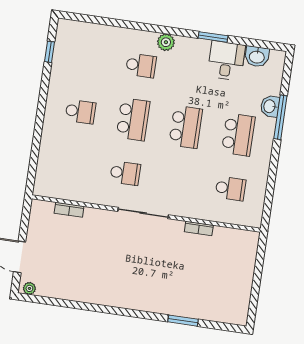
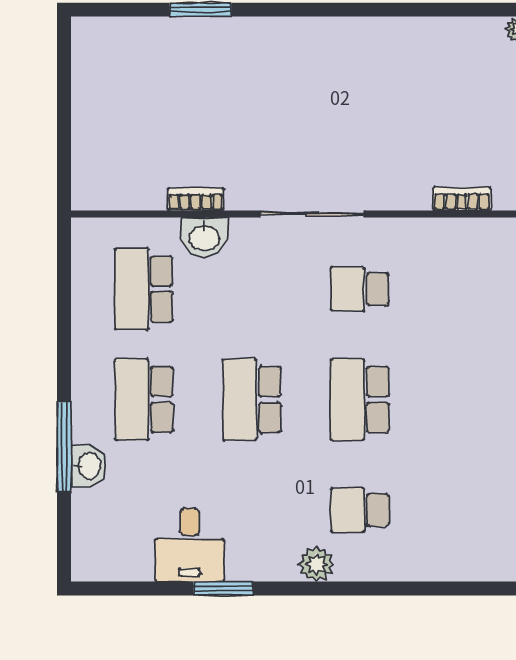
washbasin: (257, 57) -> (204, 237), moved, turned 180
school desk: (80, 112) -> (468, 400), removed
school desk: (230, 189) -> (144, 289), width x1.85

